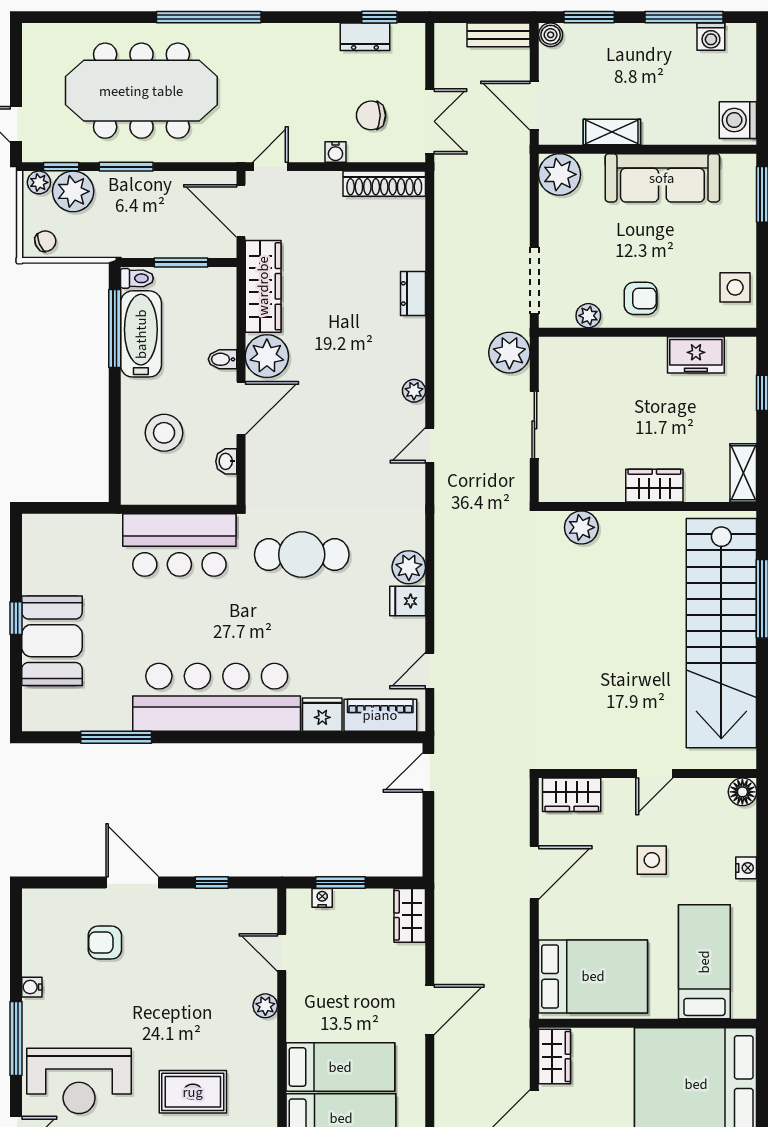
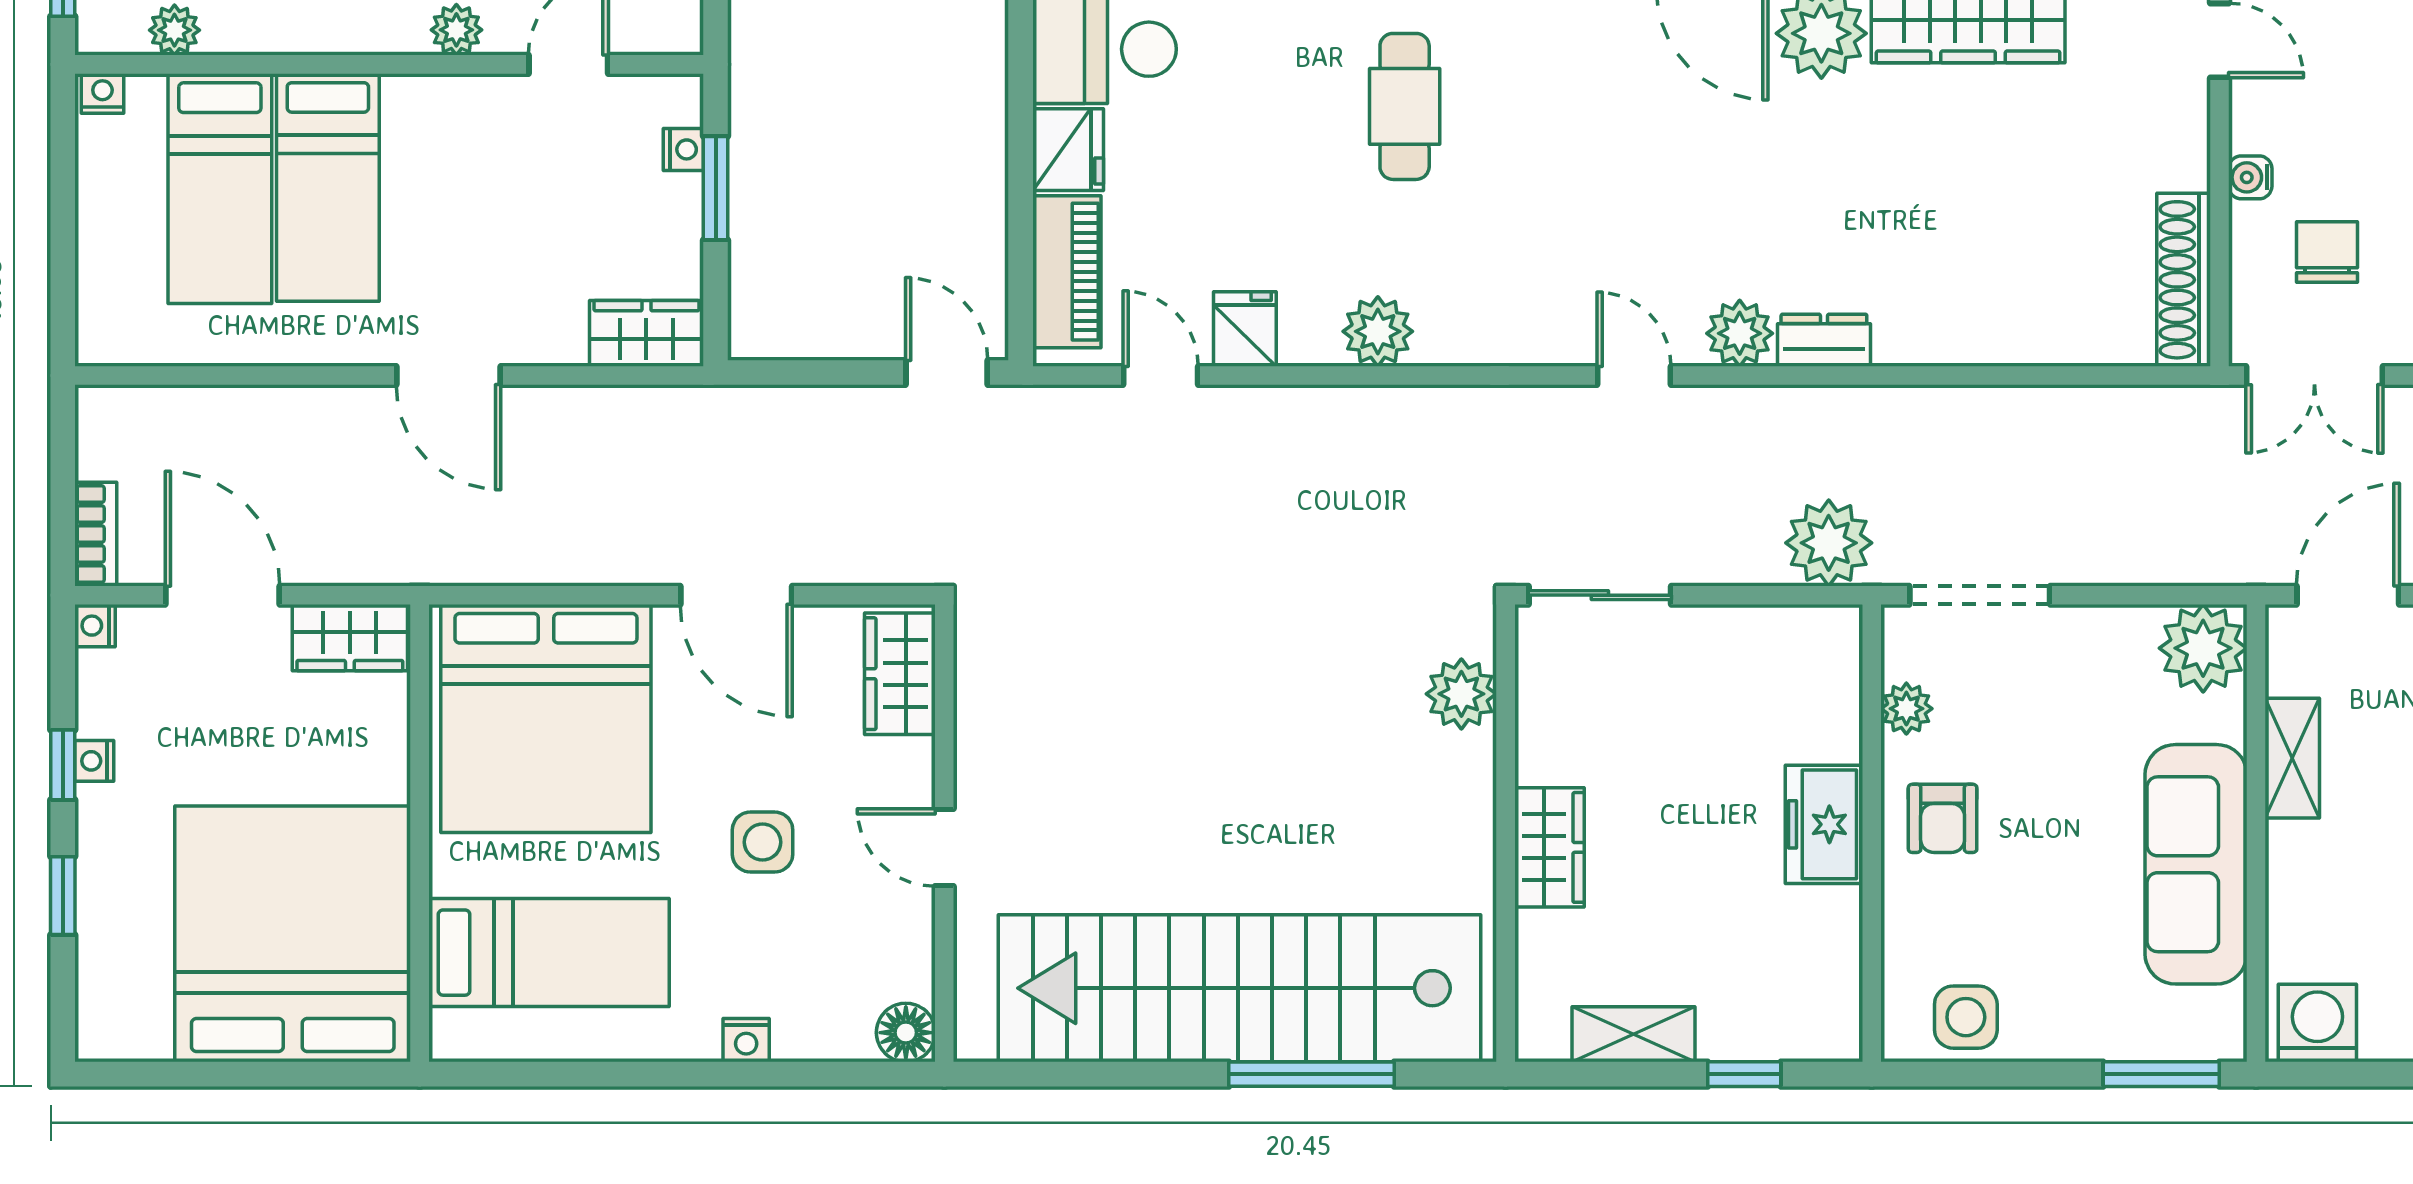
dresser: (413, 293) -> (1824, 340), moved
freezer: (696, 355) -> (1824, 824), moved
plant: (414, 391) -> (1740, 333), width x1.38, depth x1.38
sliding door: (534, 425) -> (1600, 595), moved
shelving: (743, 473) -> (1633, 1034), moved
cafe table: (302, 555) -> (1405, 106), width x0.73, depth x0.74
fridge: (408, 601) -> (1245, 329), moved
bed: (593, 976) -> (546, 718), width x1.36

